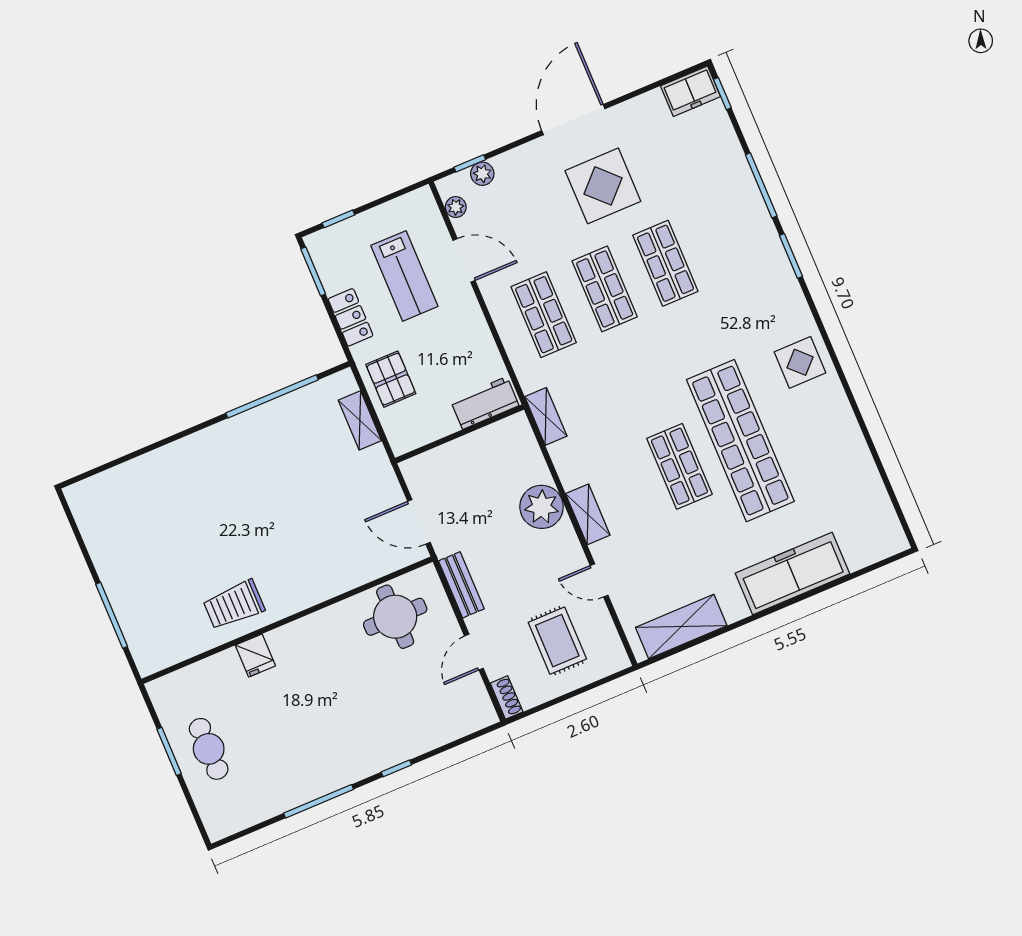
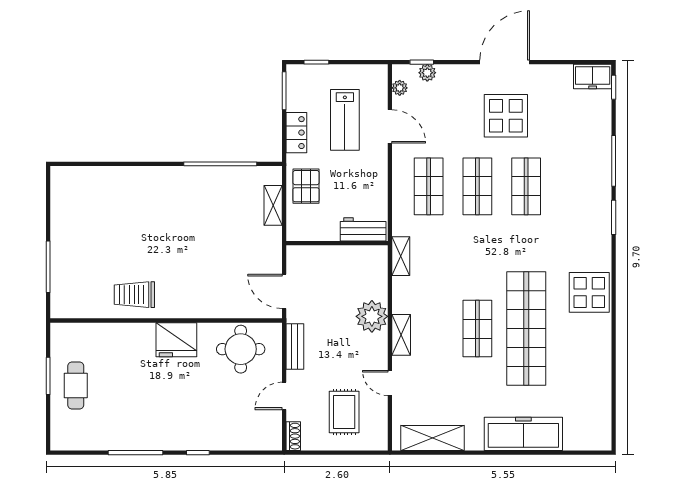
display table: (800, 362) -> (589, 292), width x1.36, depth x1.36
fridge: (255, 655) -> (176, 340), moved, width x1.88, depth x1.34

